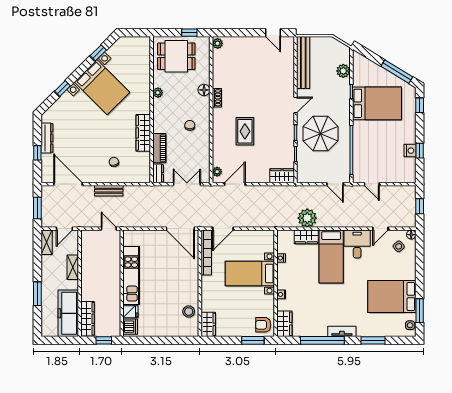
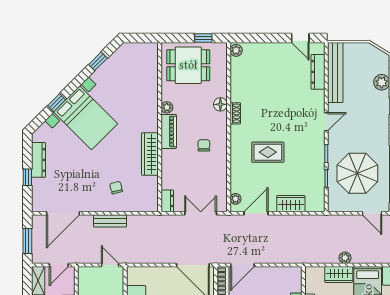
dresser: (288, 62) -> (318, 72), added
bed with nightstands: (102, 87) -> (86, 118), moved
rug: (245, 131) -> (268, 152), turned 90
parasol: (321, 134) -> (357, 173), moved
piano: (159, 148) -> (169, 131), moved
wardrobe: (282, 176) -> (291, 204), moved
door: (68, 184) -> (63, 213), swing flipped
plant: (307, 218) -> (345, 258), width x0.53, depth x0.53

